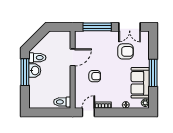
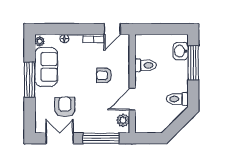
plant: (80, 41) -> (123, 120), added
armchair: (125, 51) -> (65, 107), turned 90
washbasin: (35, 70) -> (181, 51), moved
window: (25, 72) -> (193, 63), moved
toilet: (62, 102) -> (146, 65), moved

